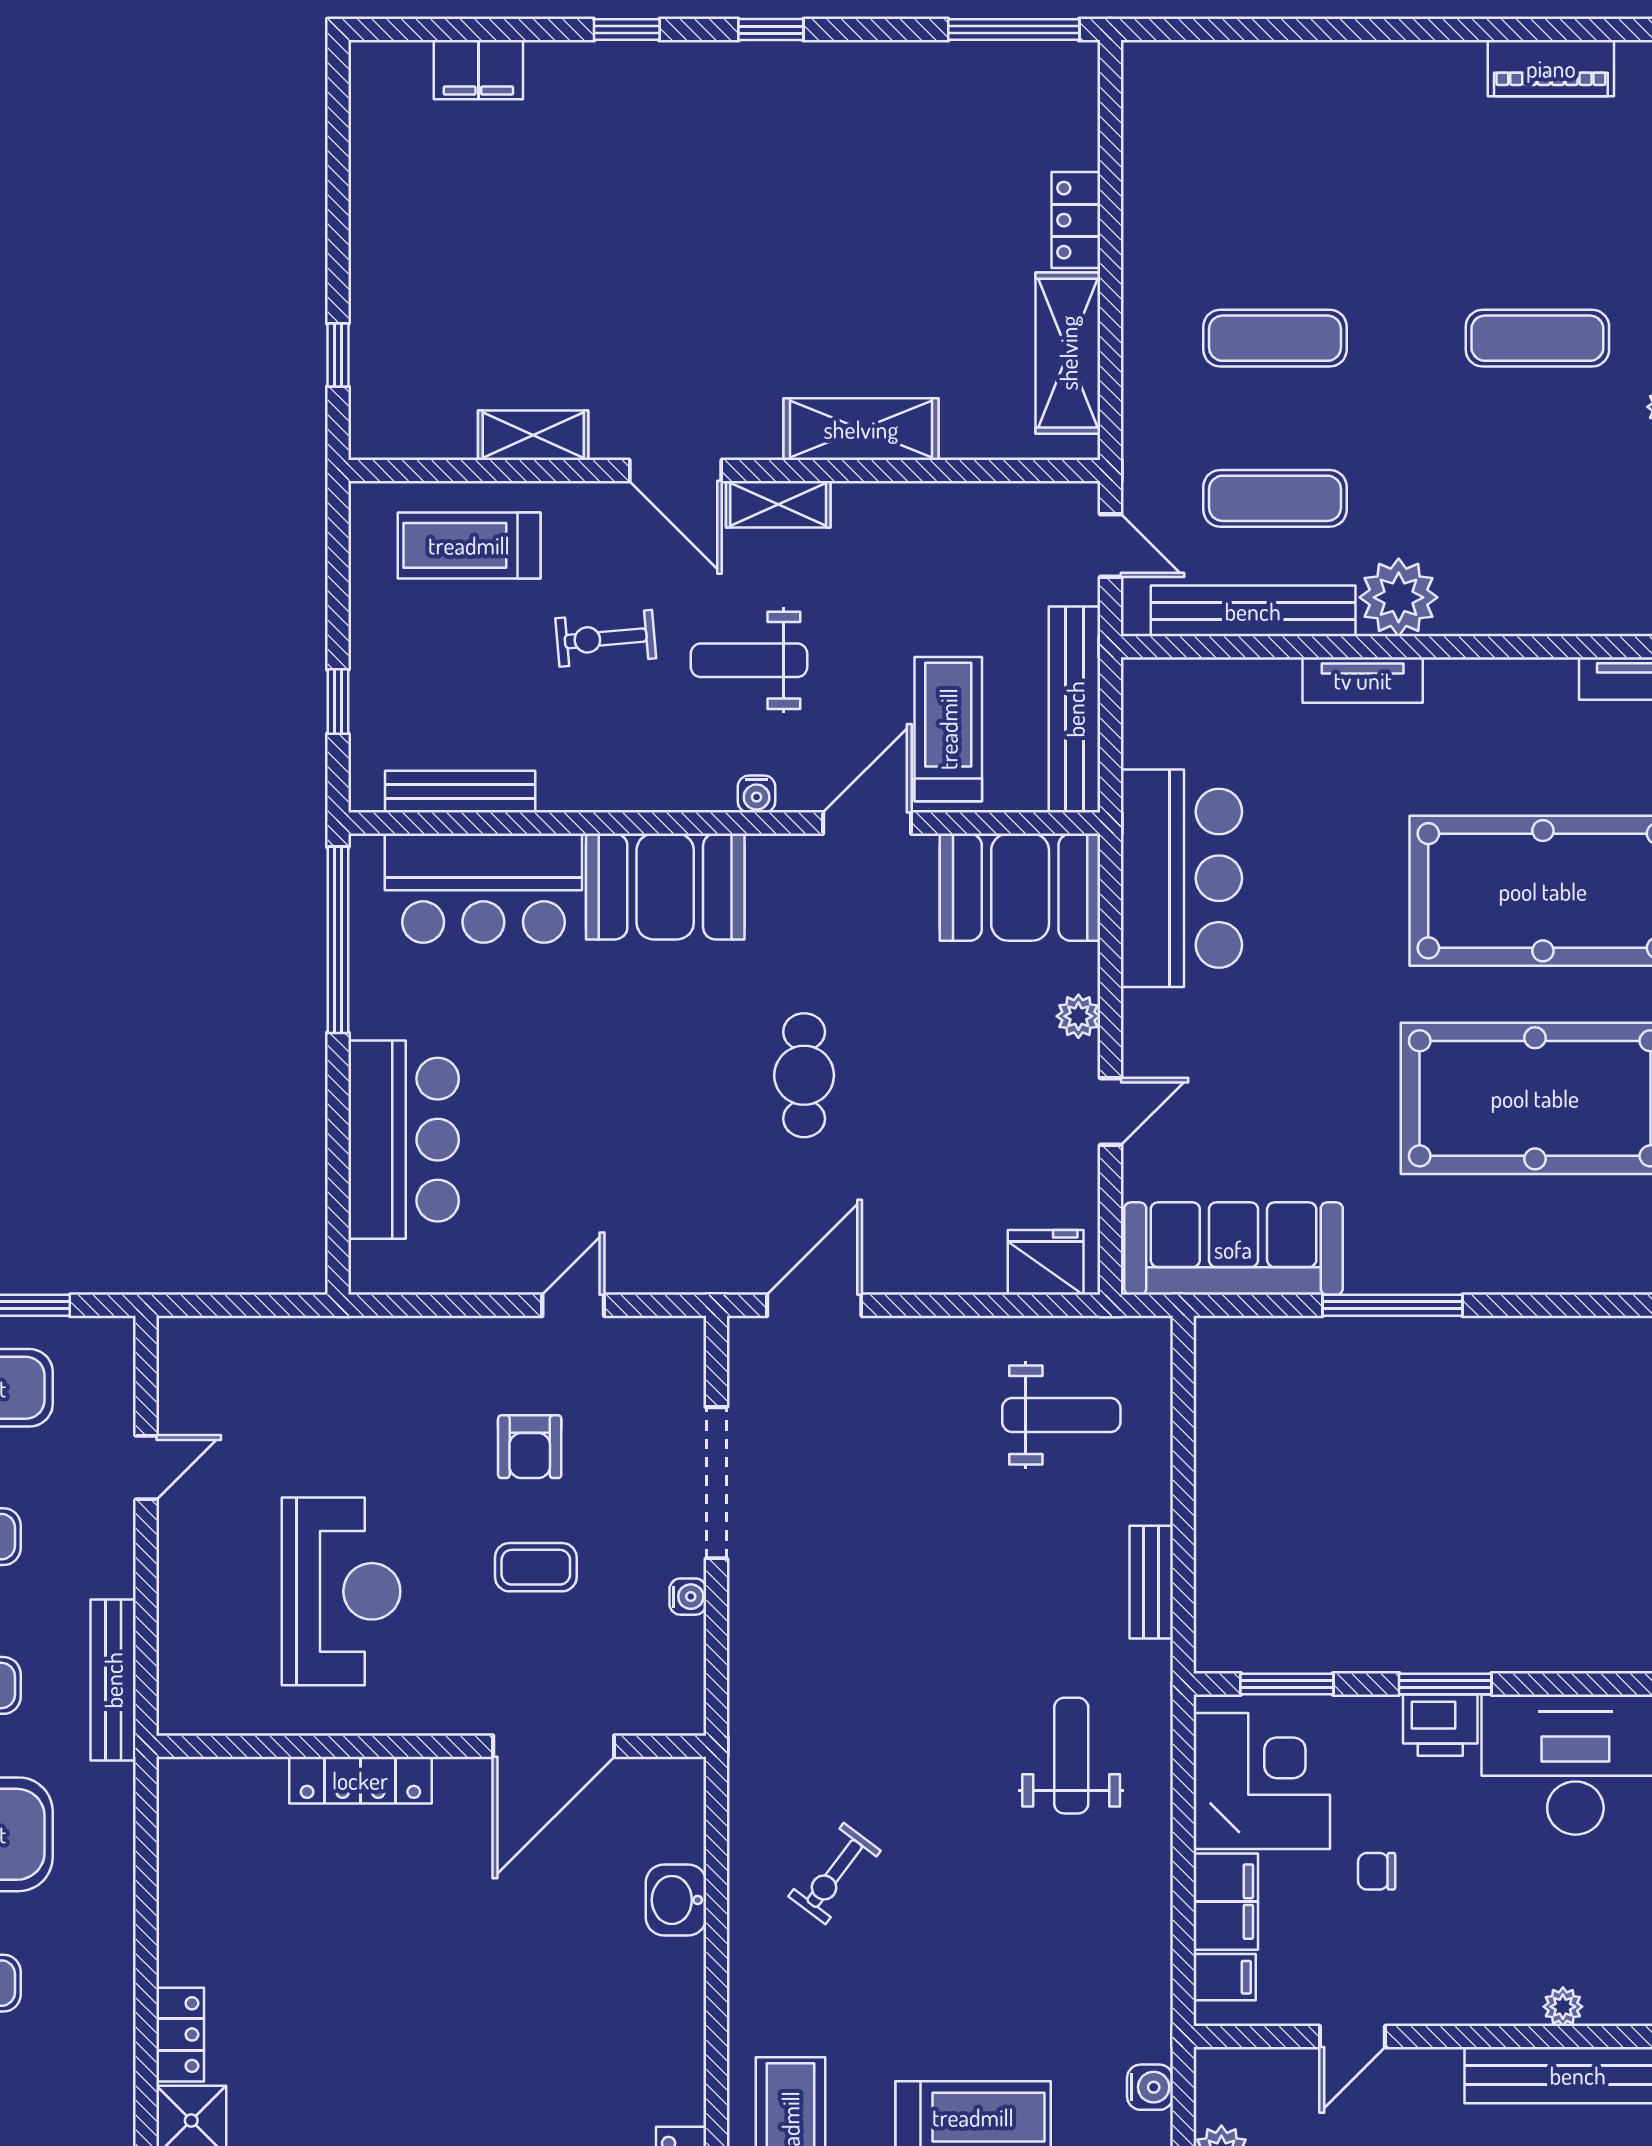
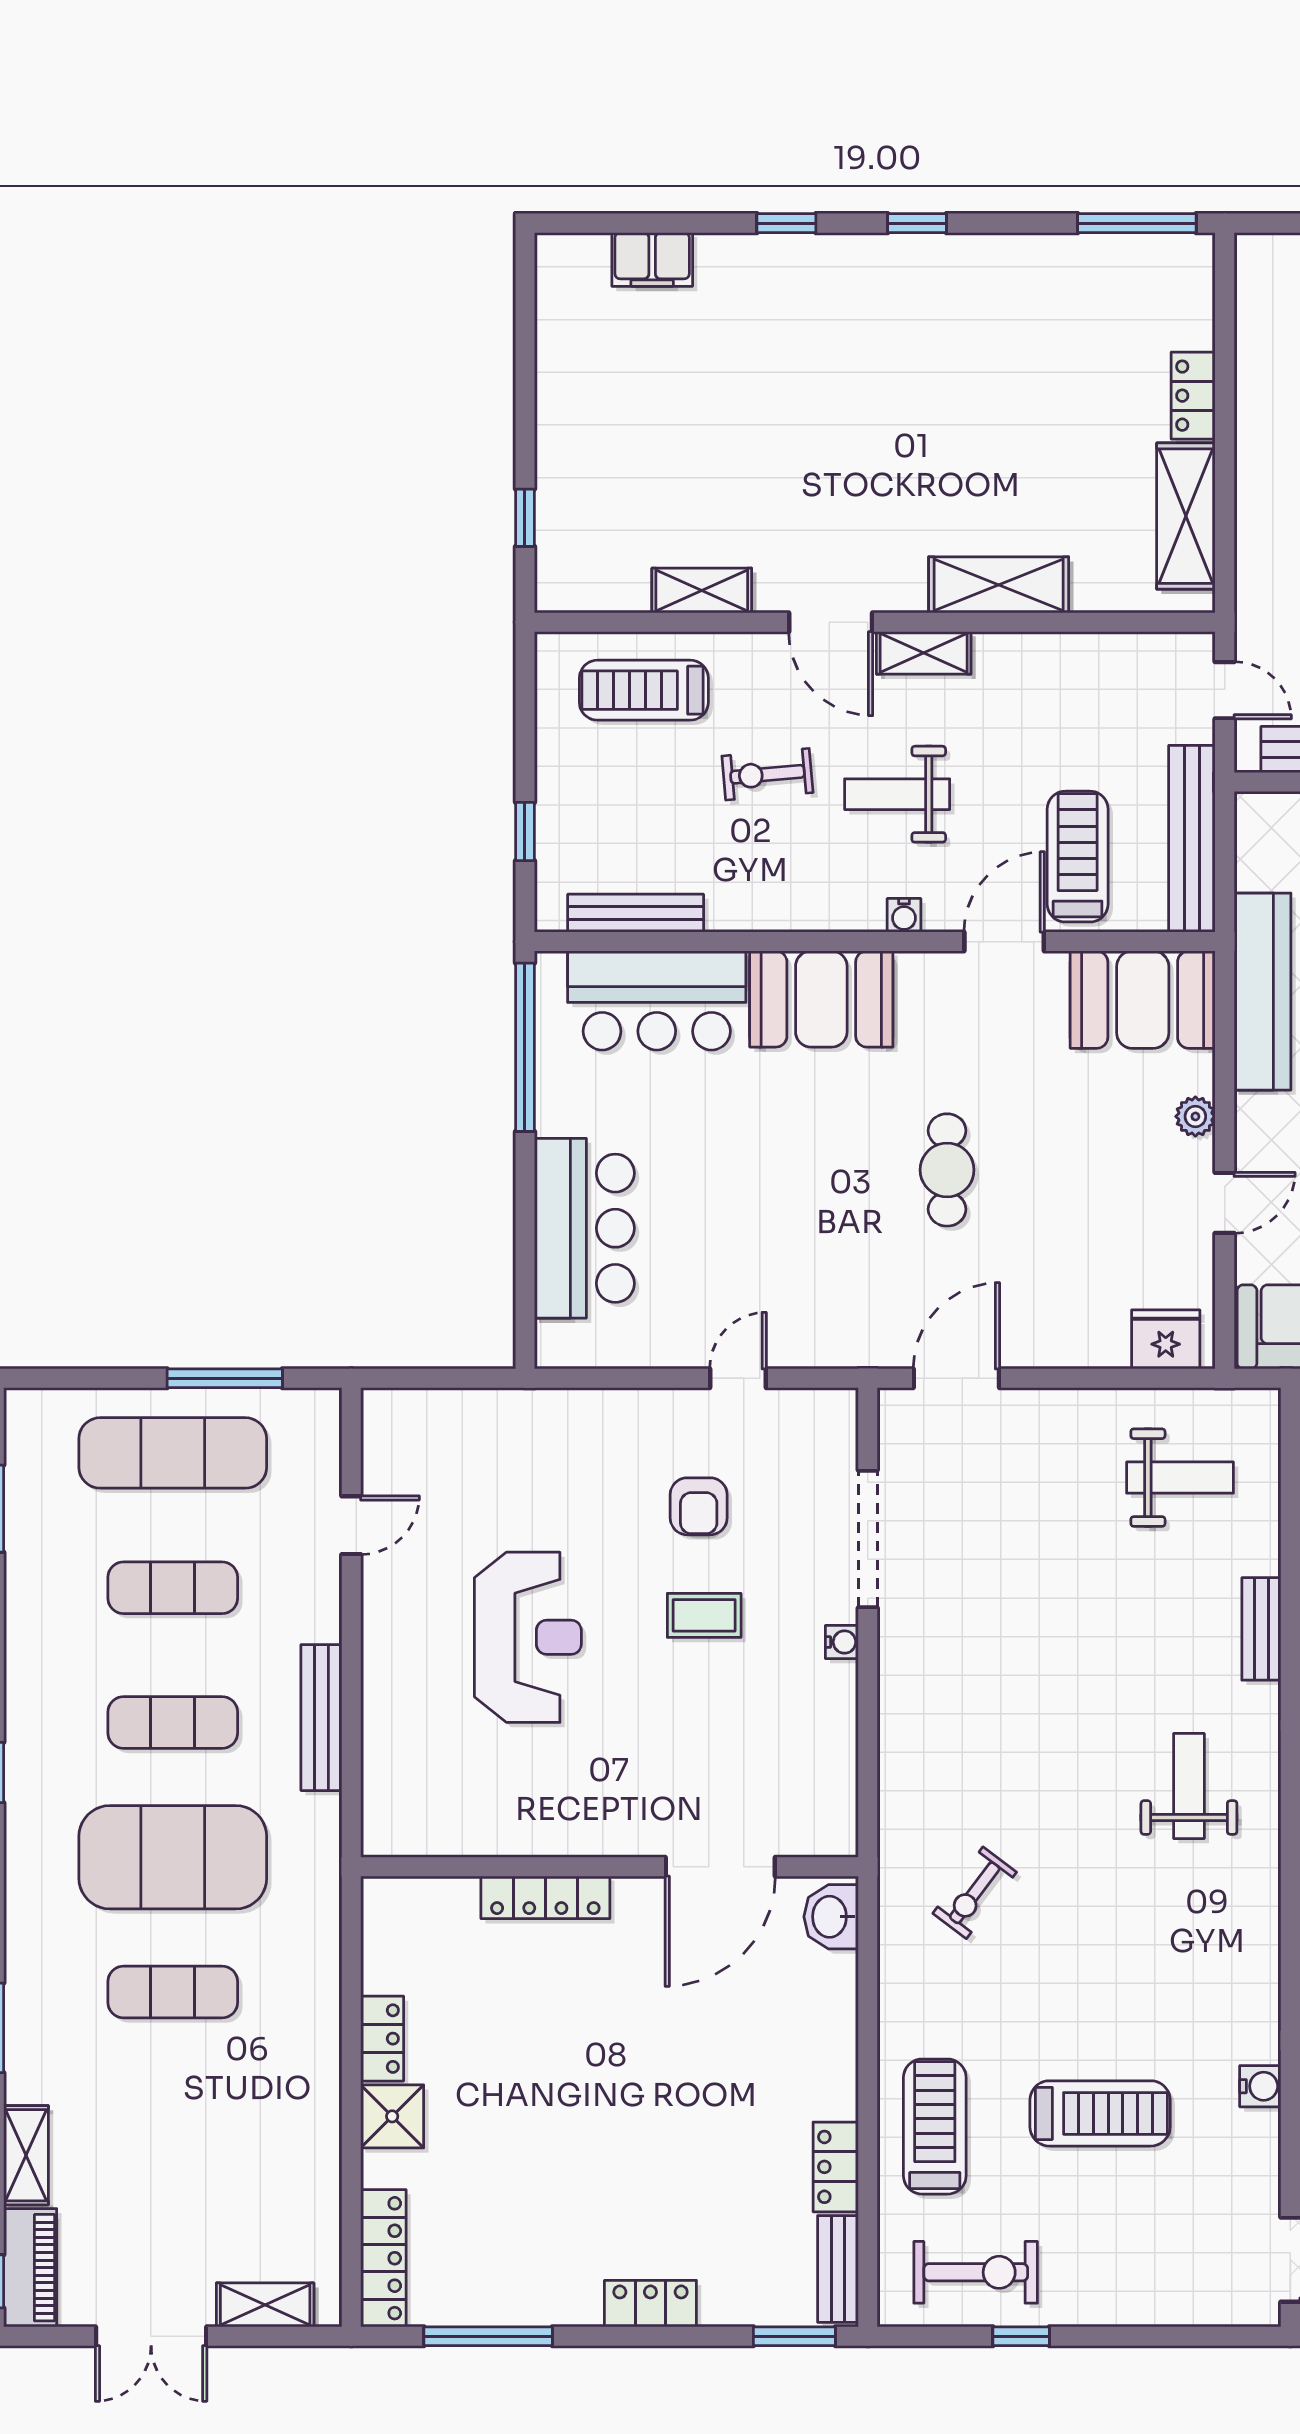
wall: (431, 1746) -> (609, 1867), moved
door: (554, 1746) -> (720, 1867), moved
locker: (360, 1780) -> (545, 1897), moved

